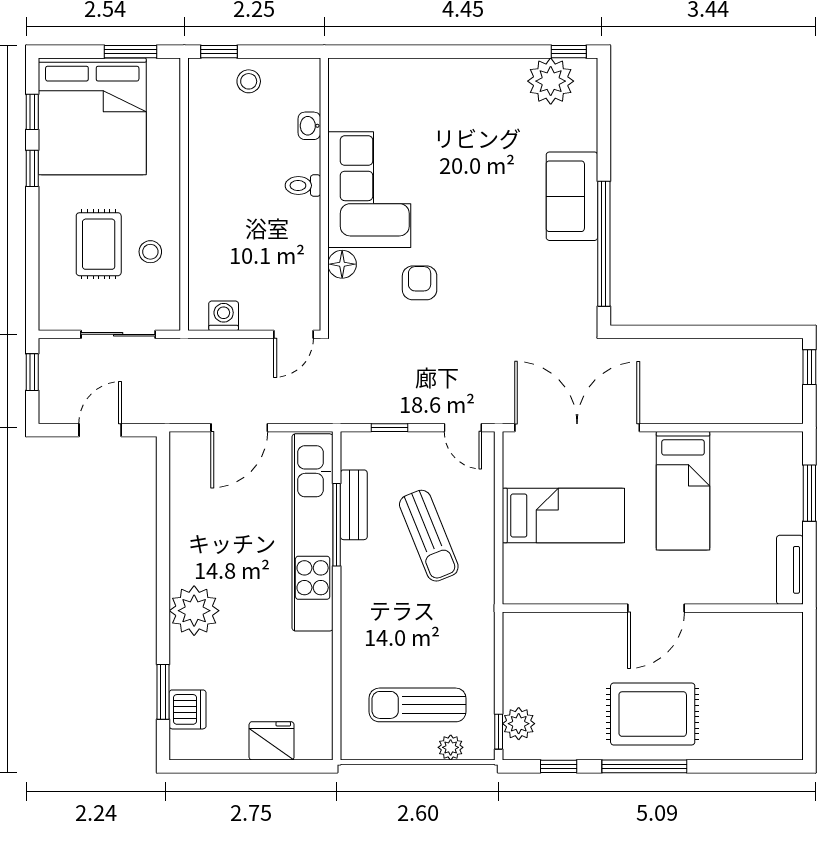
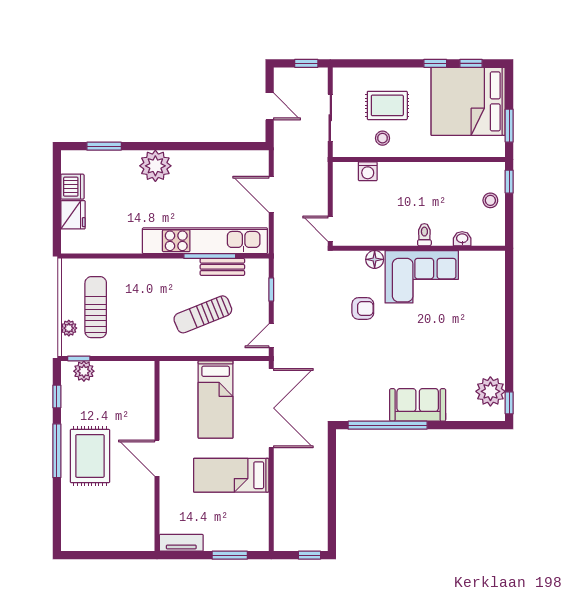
washing machine: (224, 316) -> (368, 171), moved, turned 90
dishwasher: (188, 709) -> (72, 187), moved, turned -90

